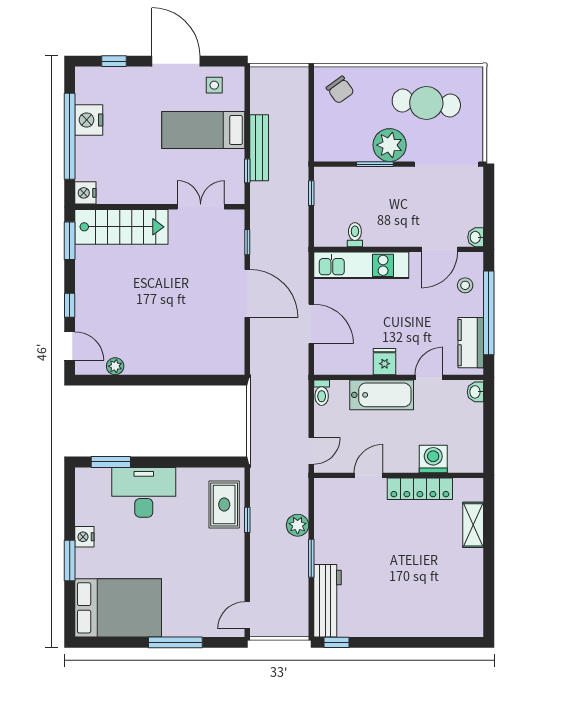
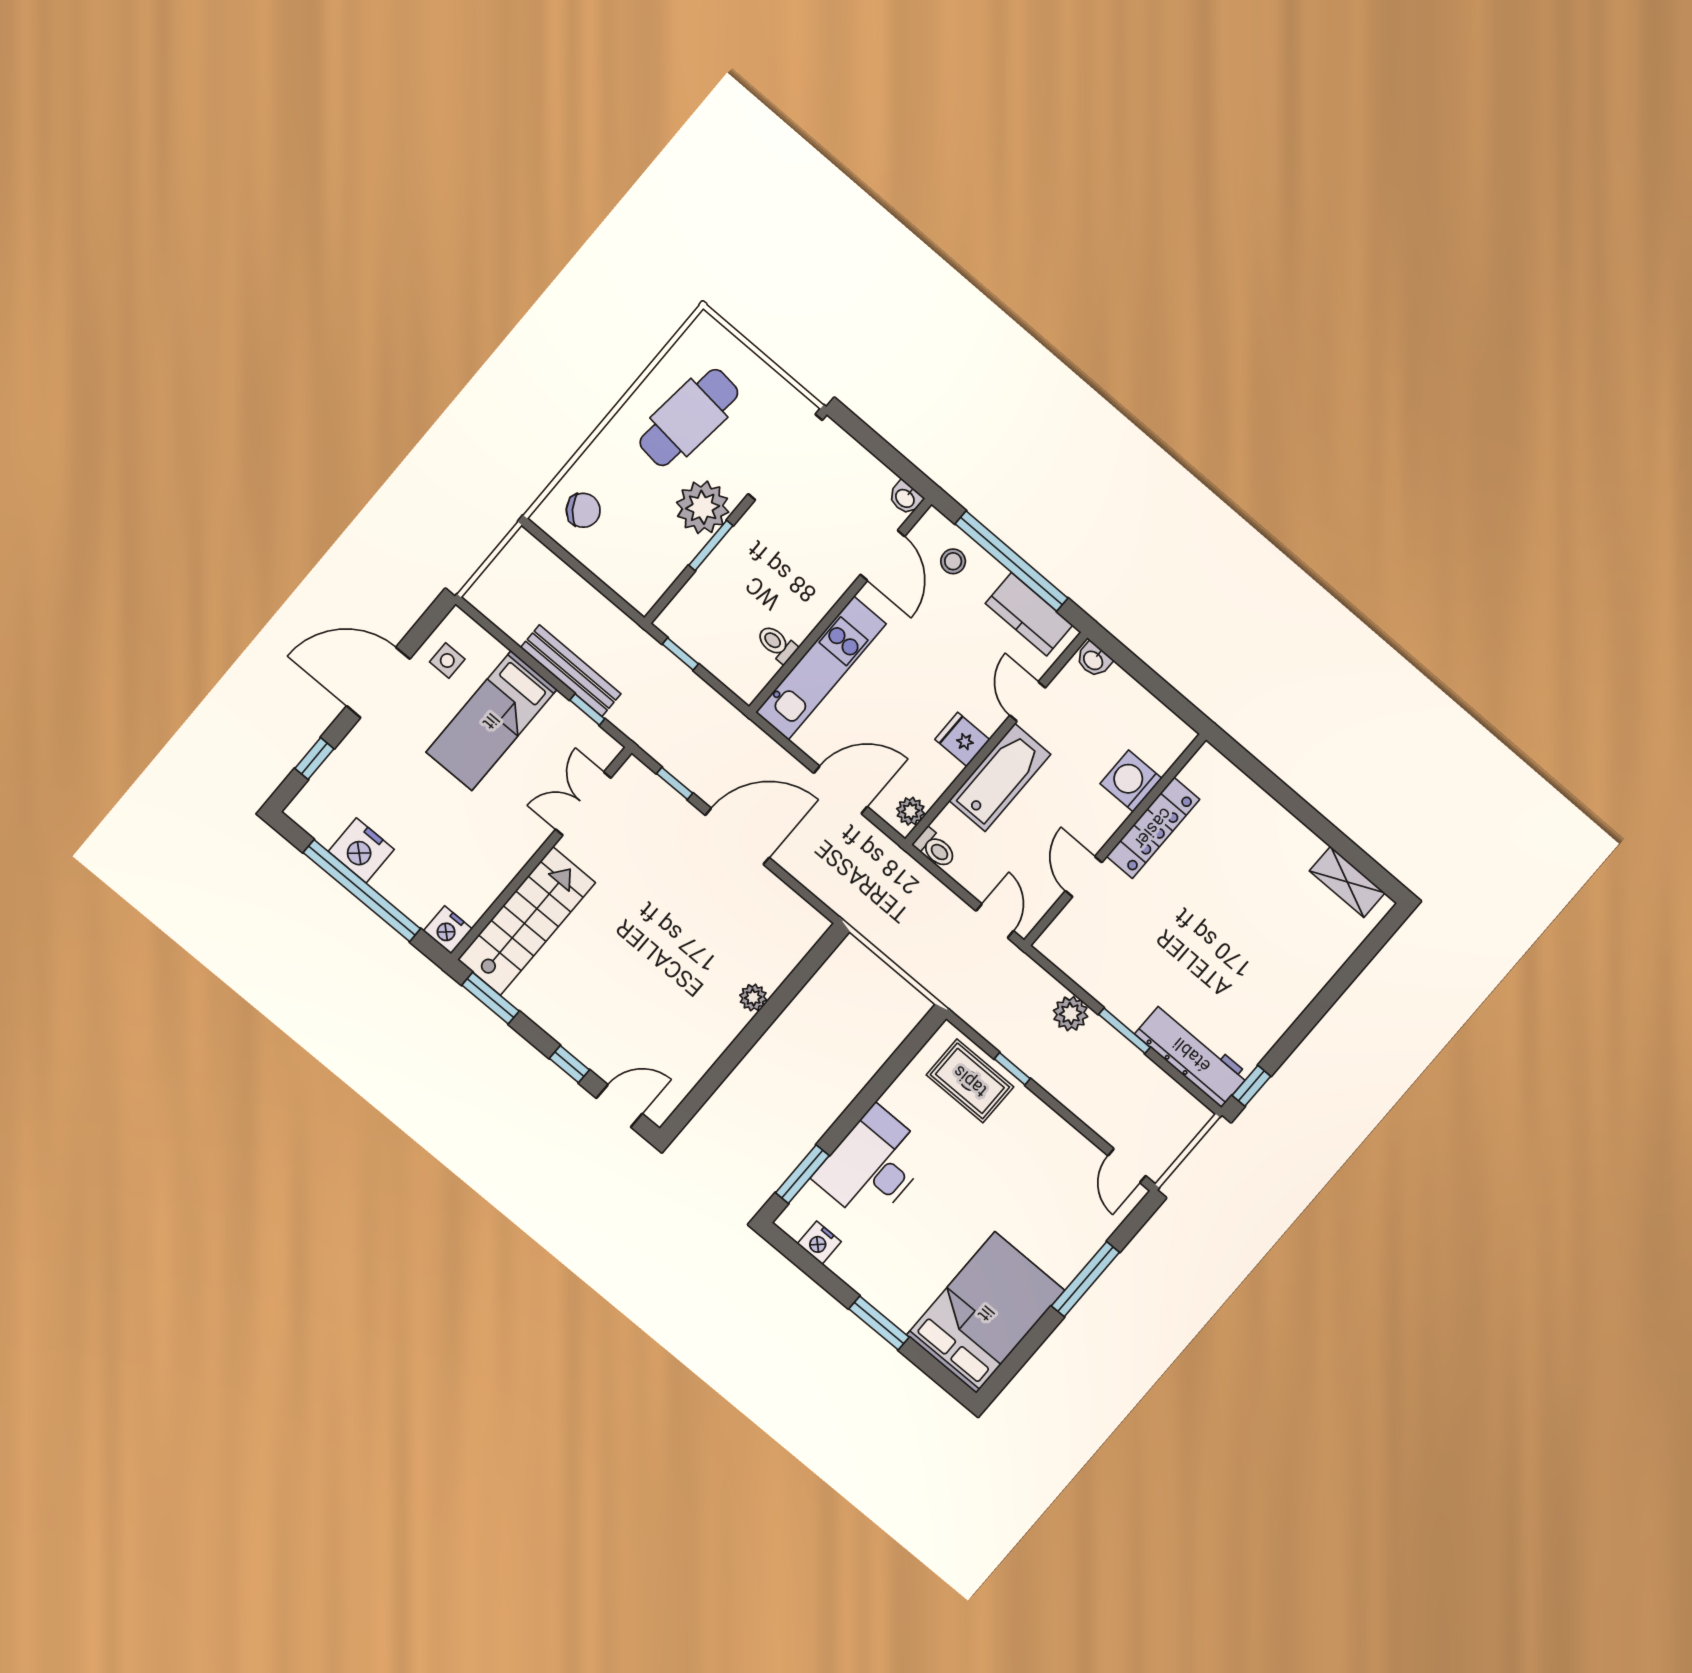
plant: (115, 366) -> (753, 997), moved
plant: (329, 366) -> (911, 811), added
shelving: (473, 525) -> (1347, 882), moved
nightstand: (84, 537) -> (819, 1243), moved

